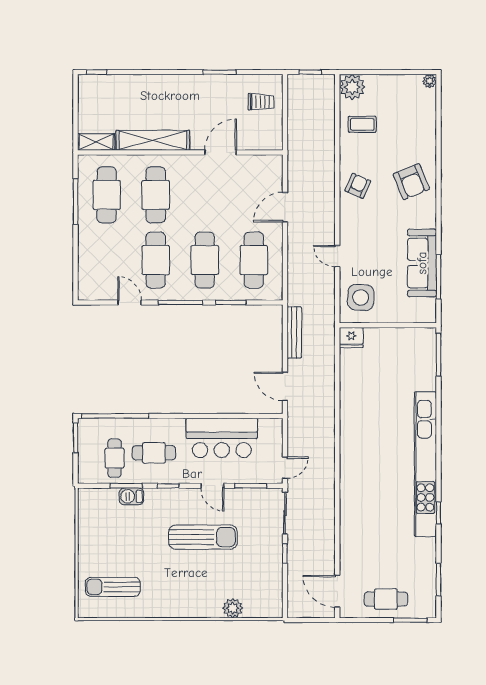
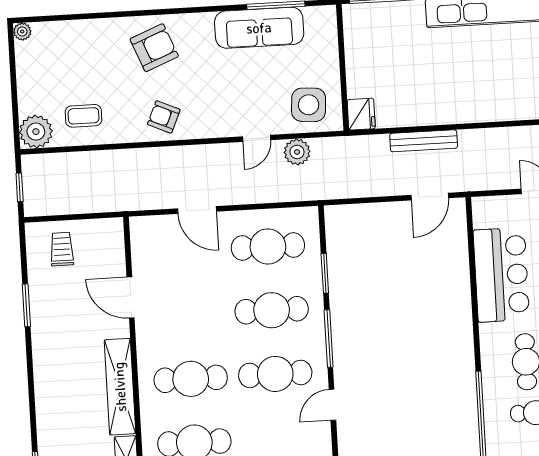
coffee table: (362, 124) -> (84, 116), turned 90
plant: (325, 287) -> (297, 152), added
bench: (294, 332) -> (424, 141), moved

